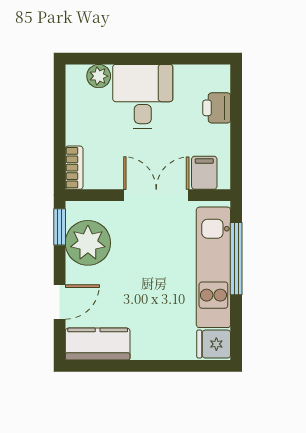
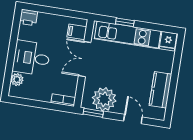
printer: (217, 108) -> (29, 17), moved
window: (236, 259) -> (125, 22), width x0.46
kitchen counter: (98, 344) -> (160, 90), moved

